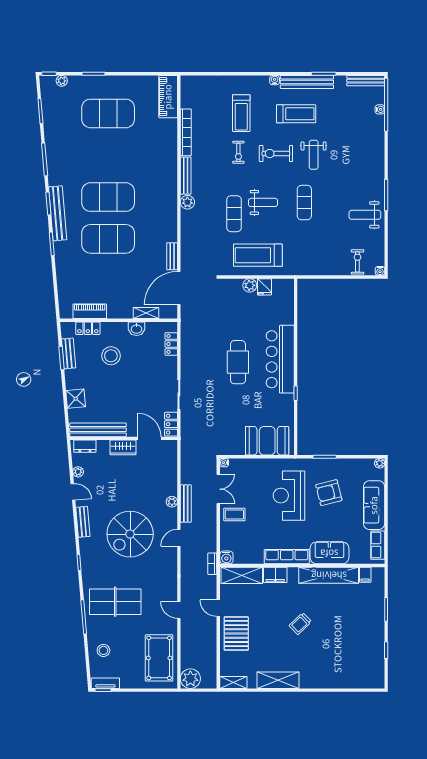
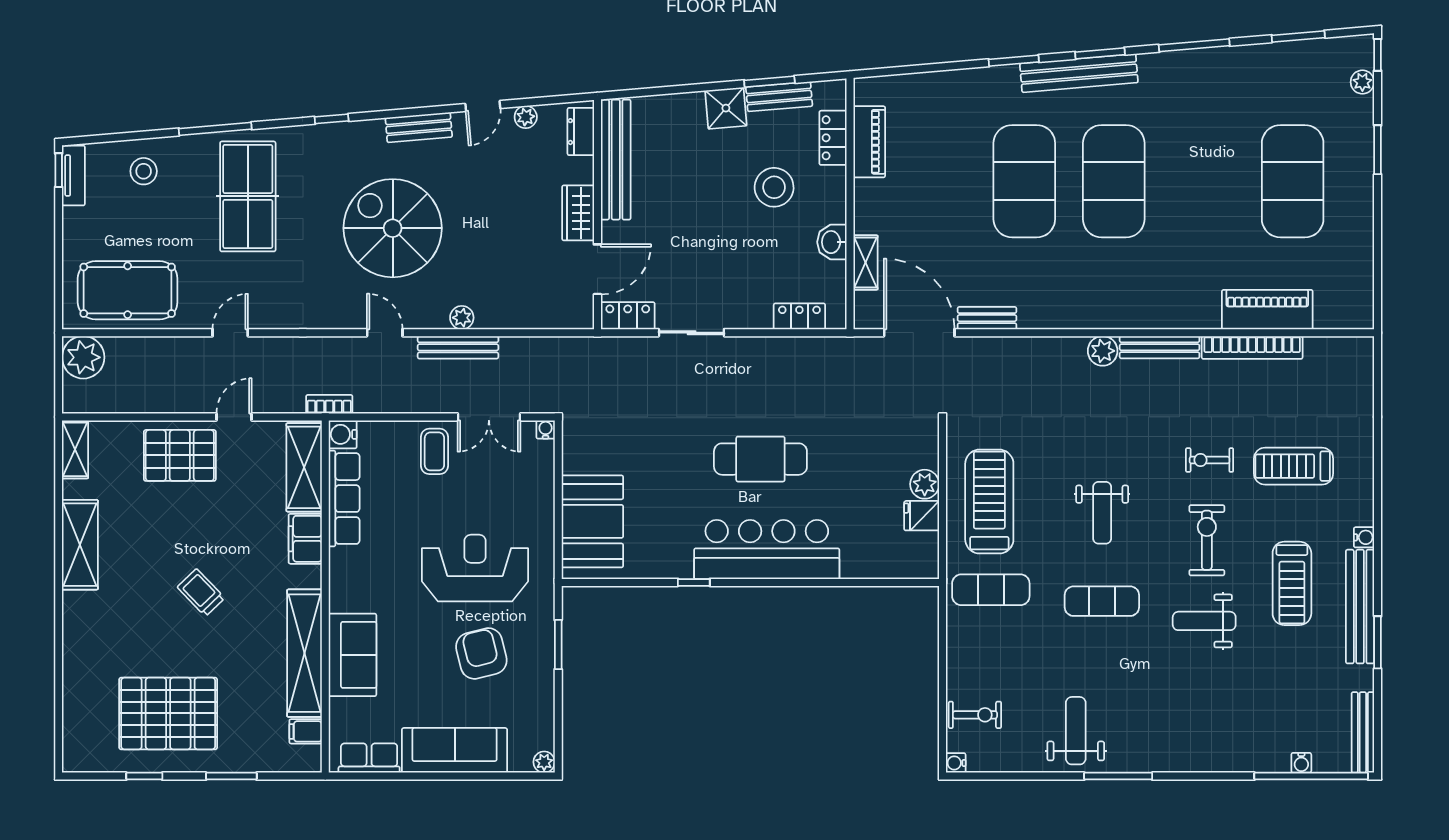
piano: (168, 97) -> (1267, 310), moved
exercise mat: (234, 214) -> (991, 590), moved
shower: (76, 399) -> (726, 108), moved
row of seats: (287, 557) -> (344, 499), moved
pallet: (357, 639) -> (168, 713), added

